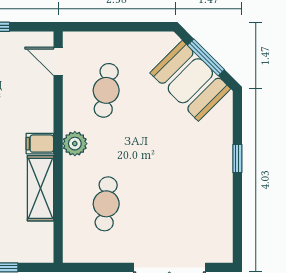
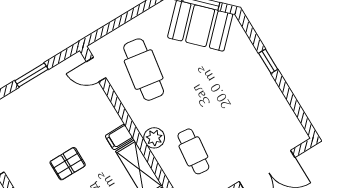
cafe table: (106, 90) -> (144, 70), width x1.37, depth x1.35
plant: (75, 144) -> (154, 138), moved

